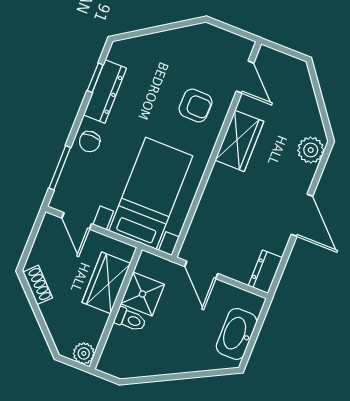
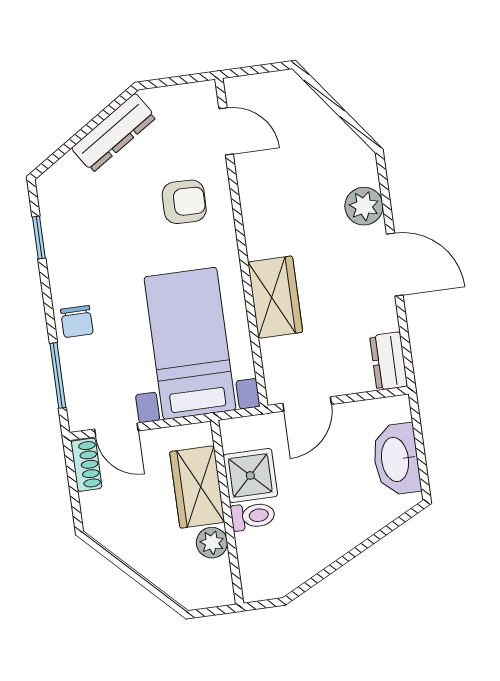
dresser: (105, 92) -> (114, 133), moved, turned 57
wardrobe: (239, 141) -> (275, 297), moved
plant: (311, 150) -> (364, 206), moved
door: (201, 270) -> (307, 404), hinge flipped
shoe rack: (38, 285) -> (86, 465), moved, turned 45
plant: (84, 353) -> (212, 543), moved

